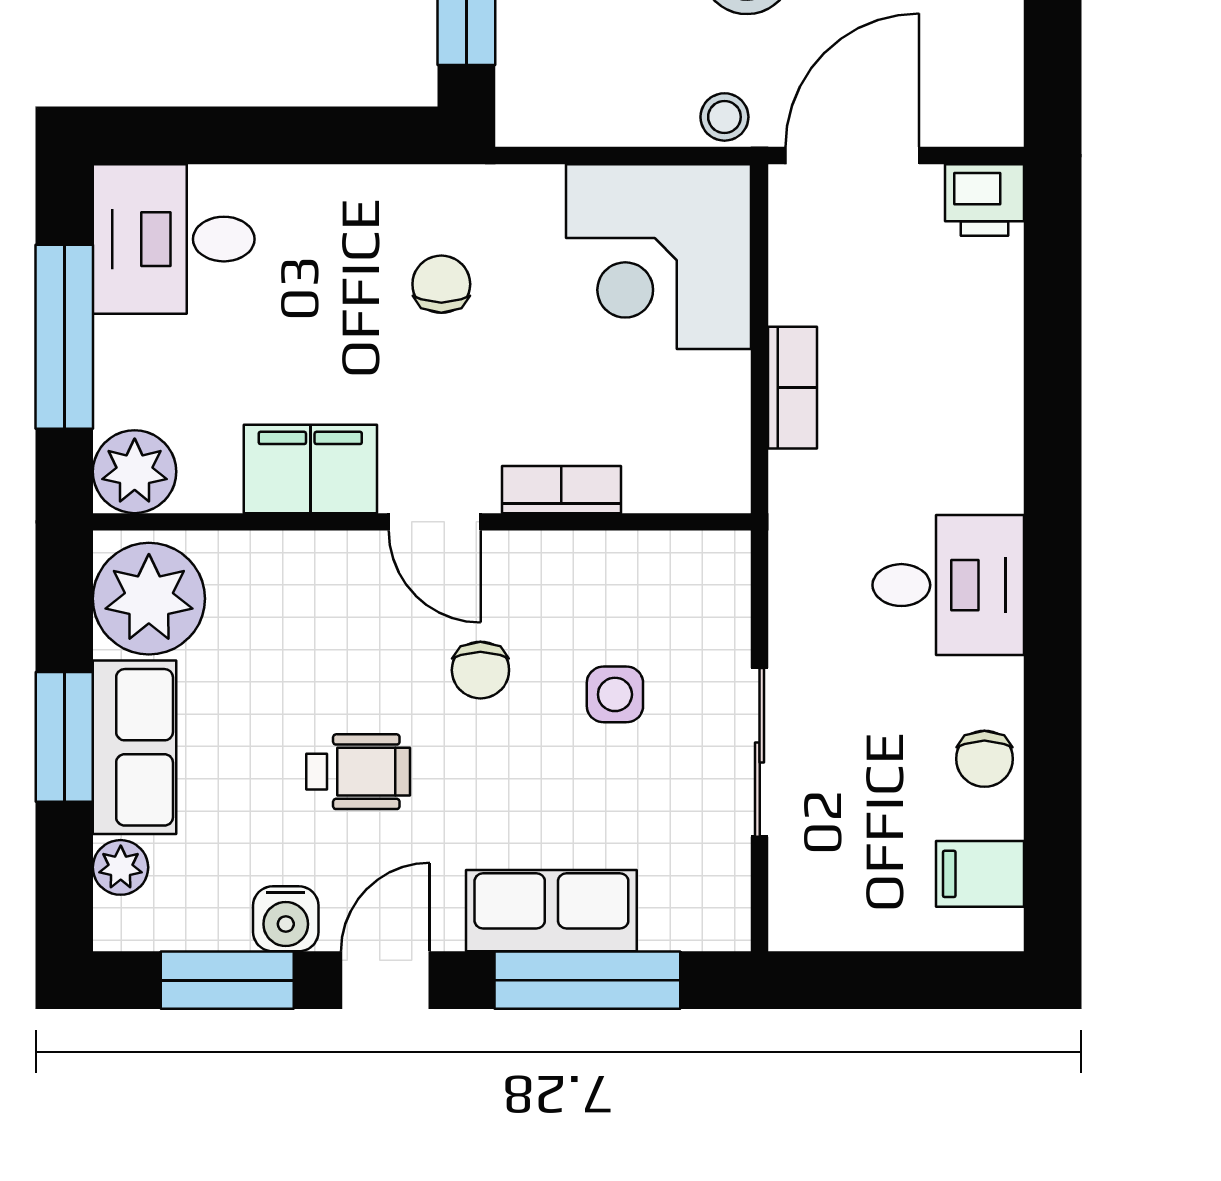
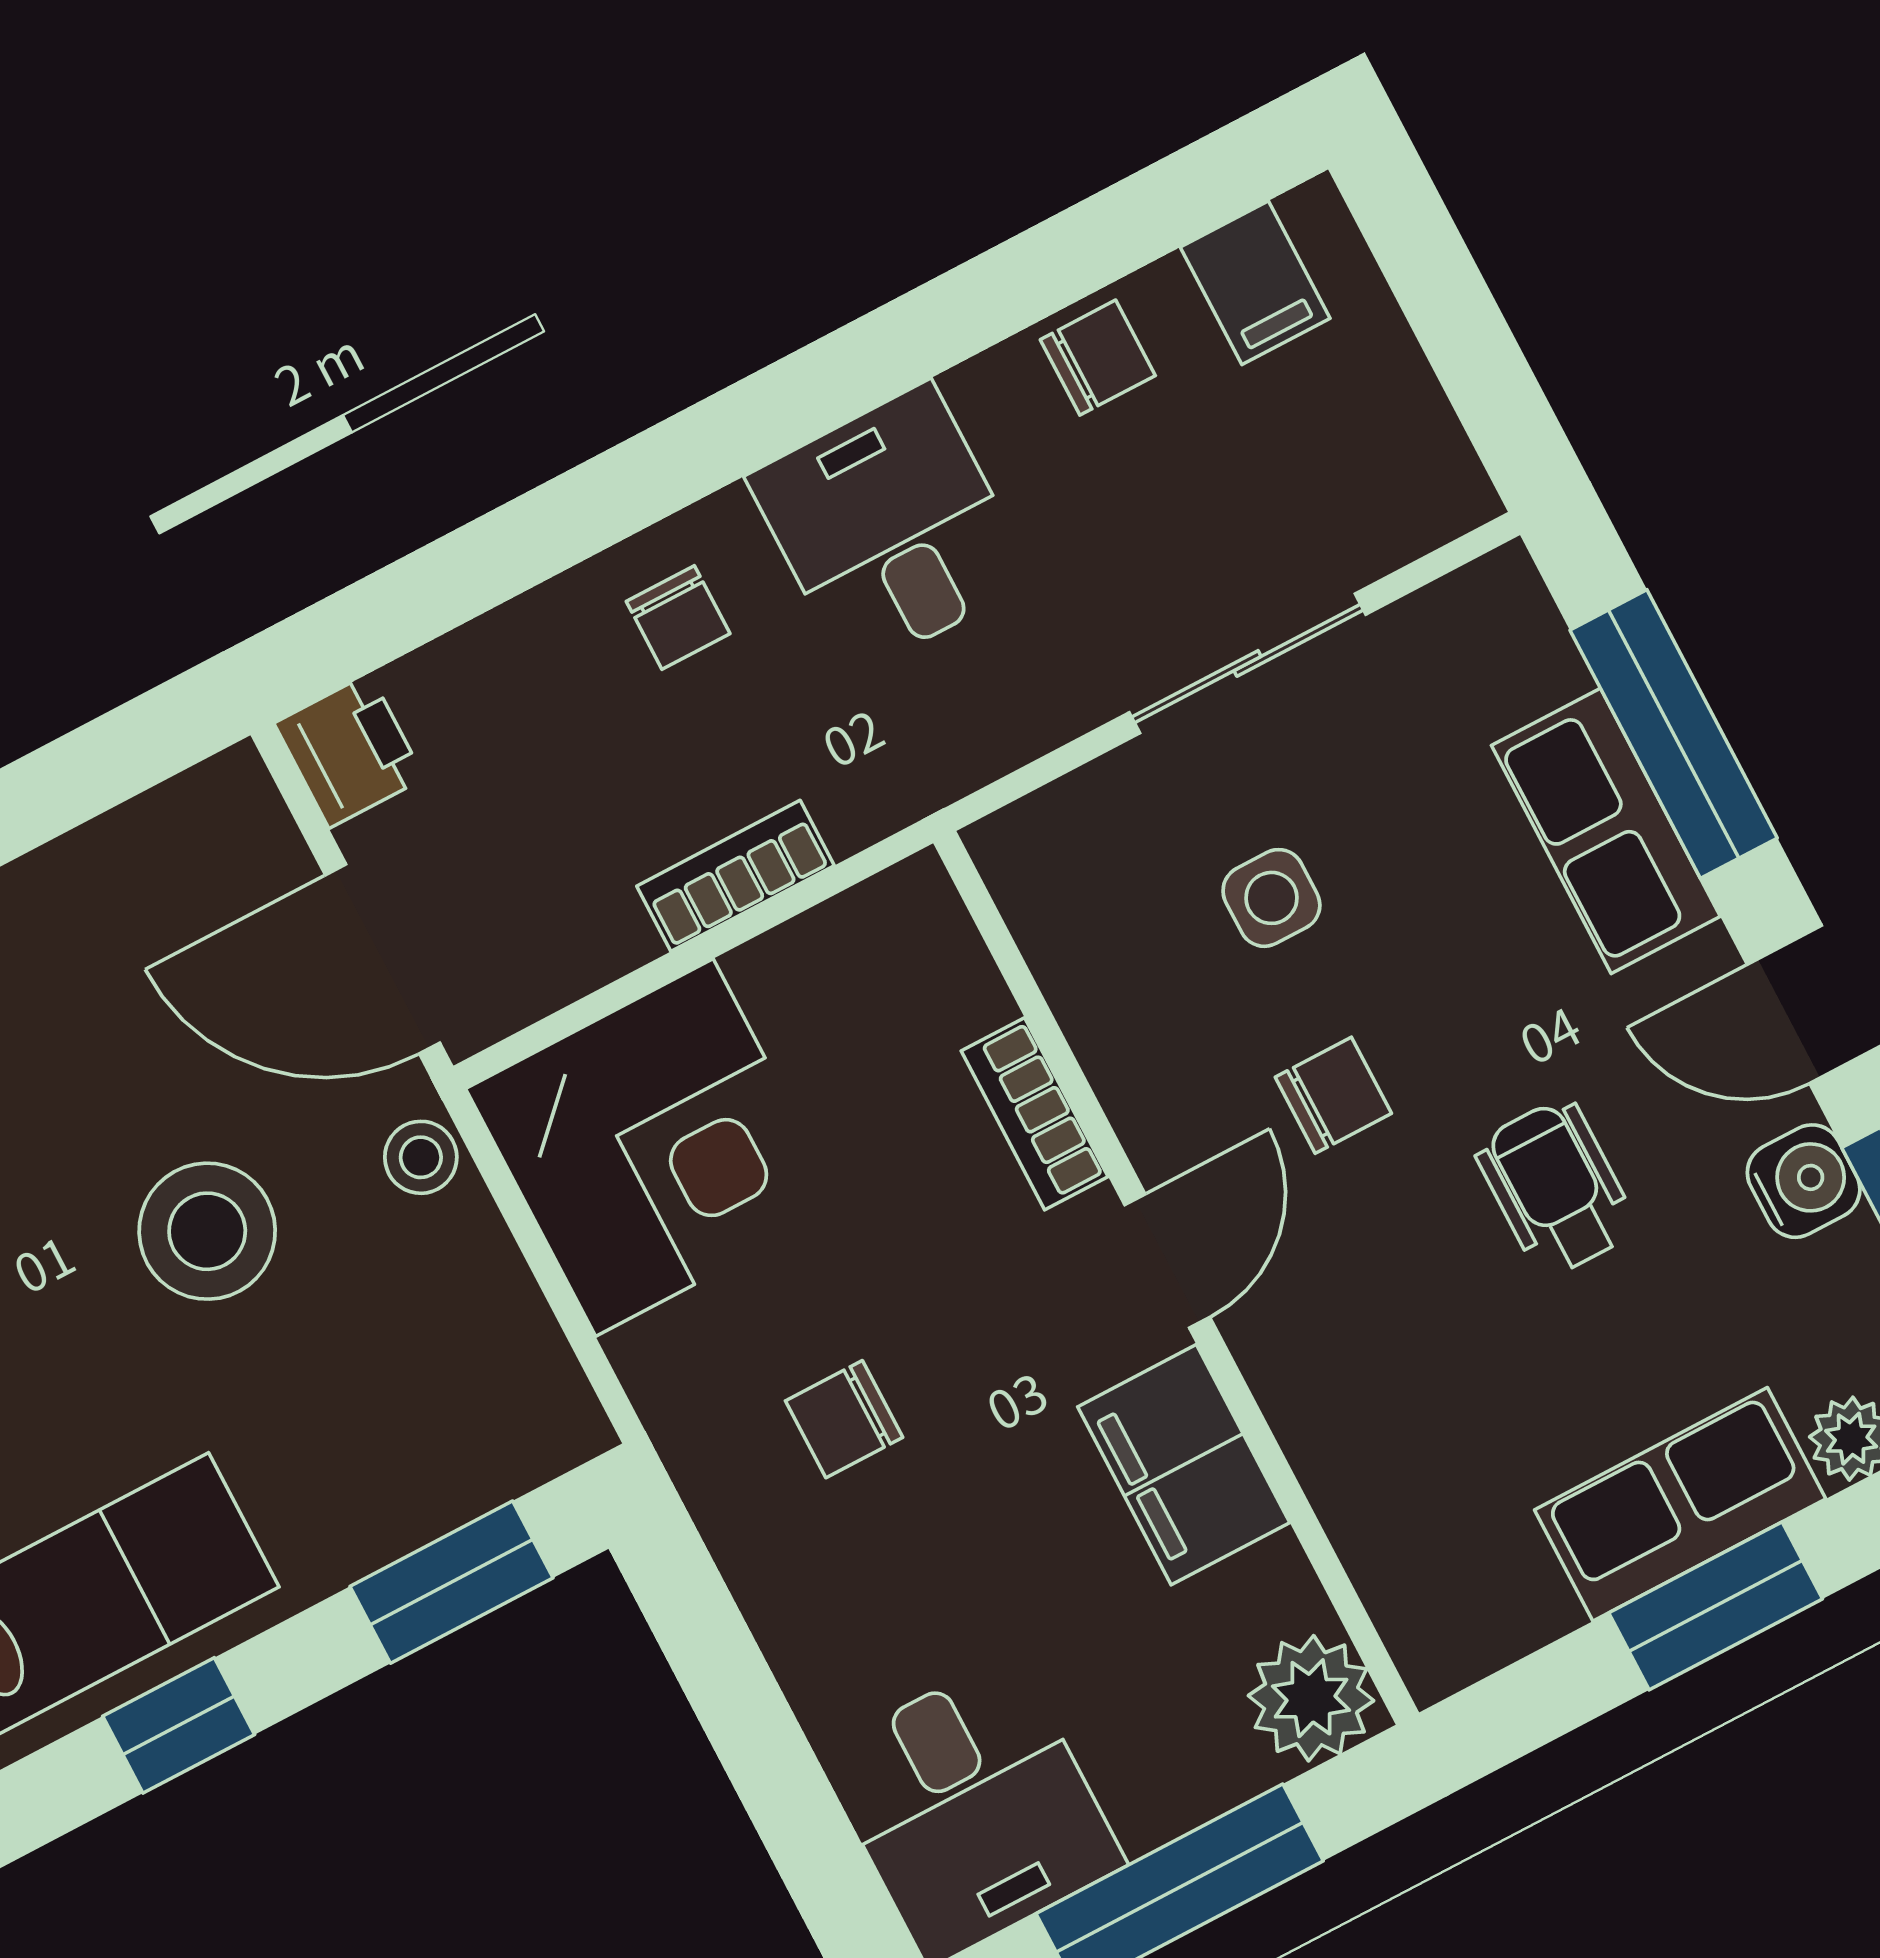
chair: (961, 433) -> (678, 618), added
plant: (149, 599) -> (1471, 1590), removed

